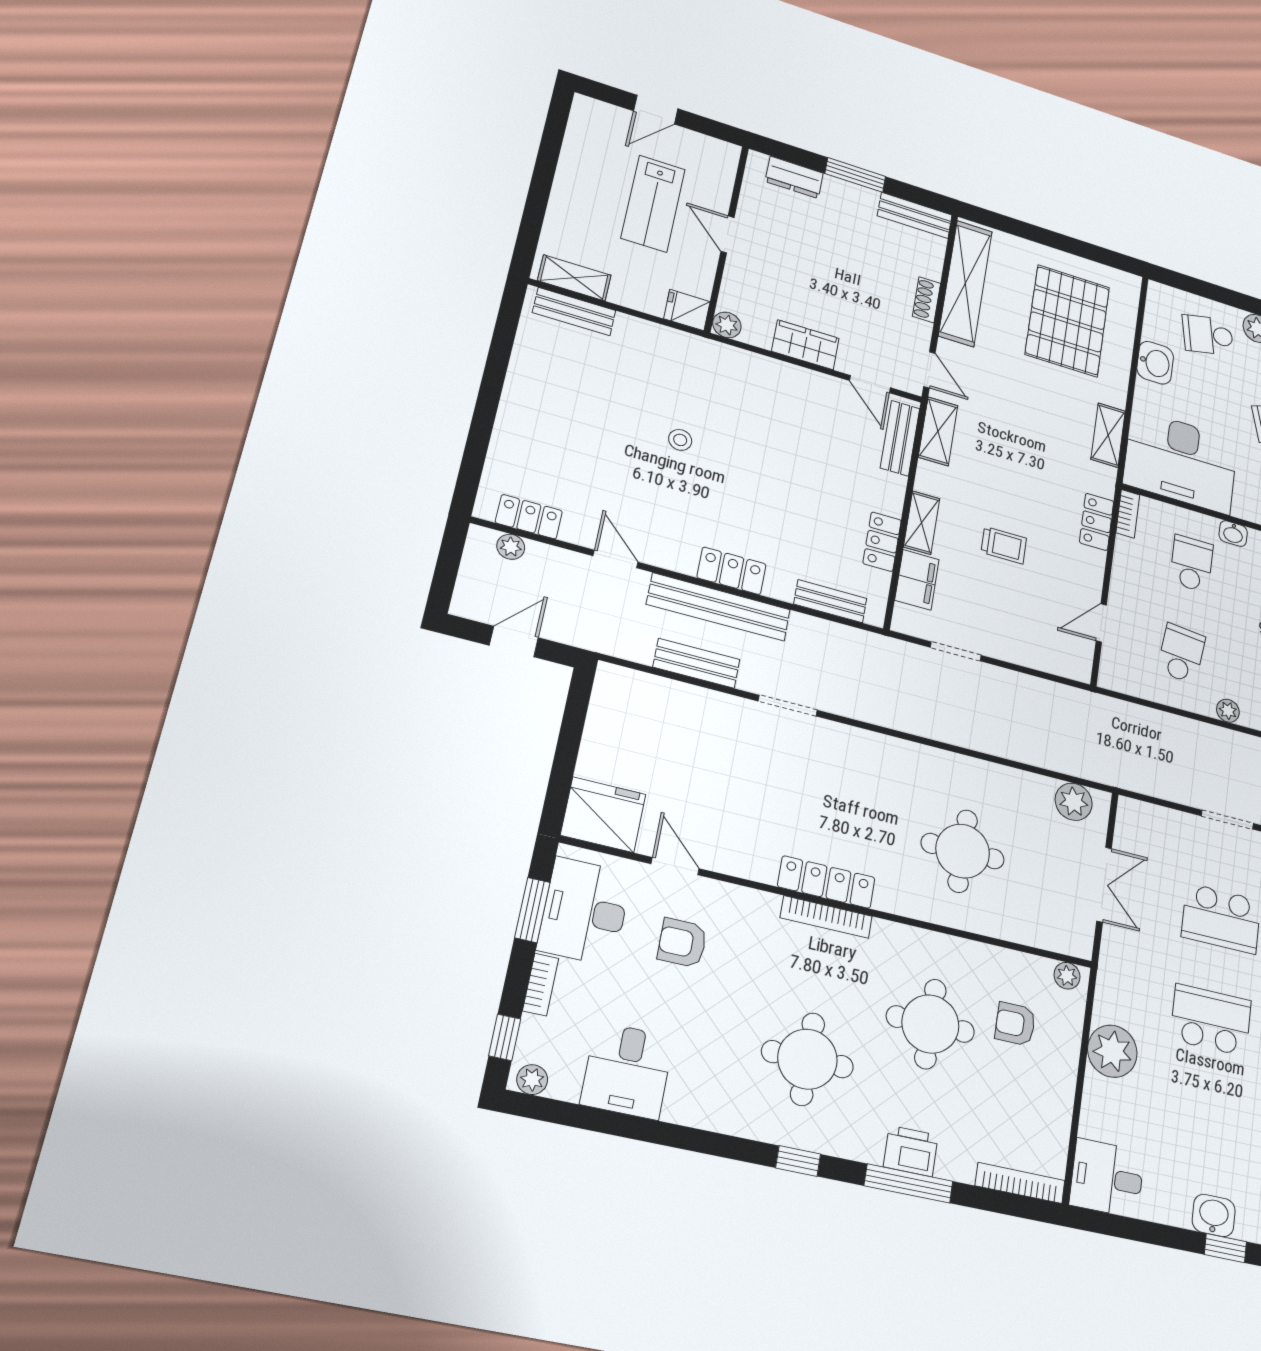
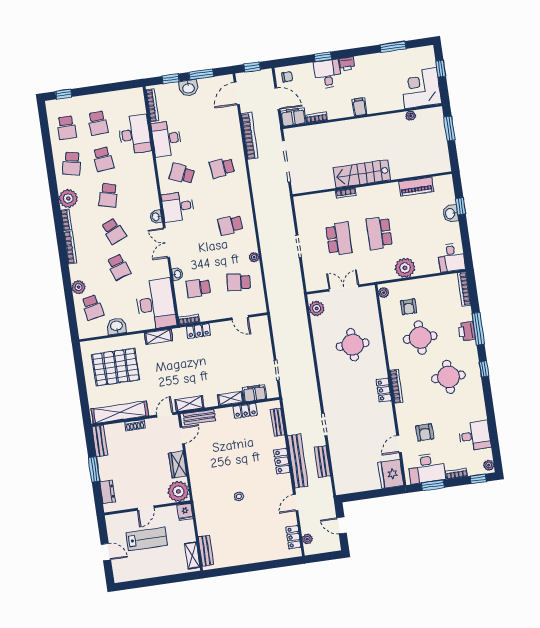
plant: (727, 325) -> (178, 491), width x1.87, depth x1.87
trolley: (1004, 545) -> (225, 365), removed
locker: (826, 882) -> (384, 390), width x0.66

